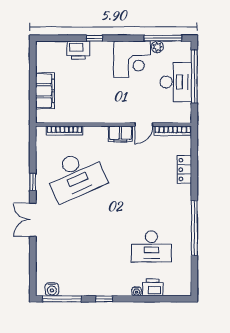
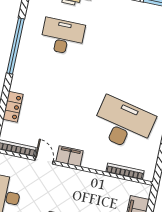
door: (144, 125) -> (44, 161), hinge flipped
desk: (76, 175) -> (123, 124), turned 36

